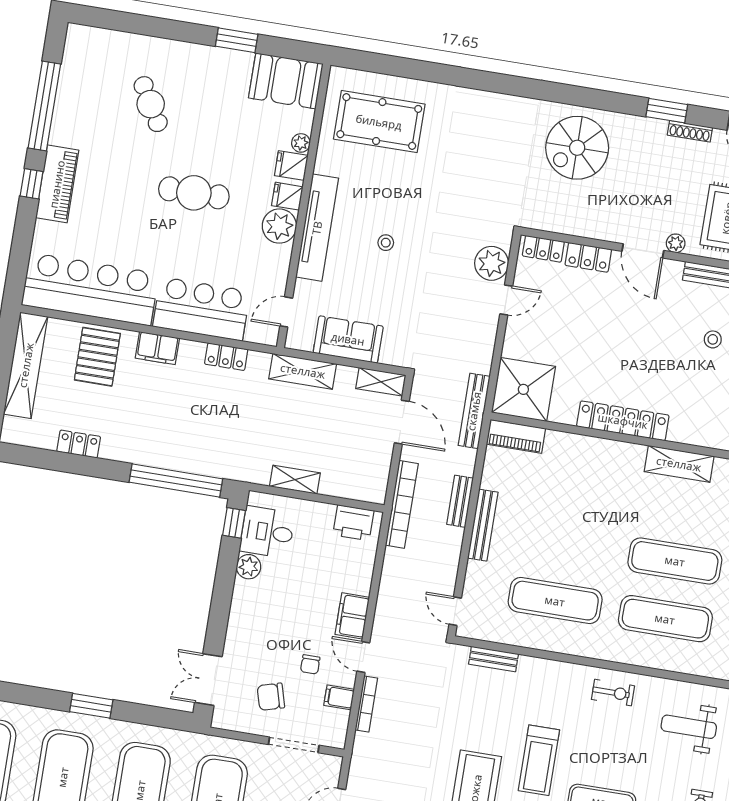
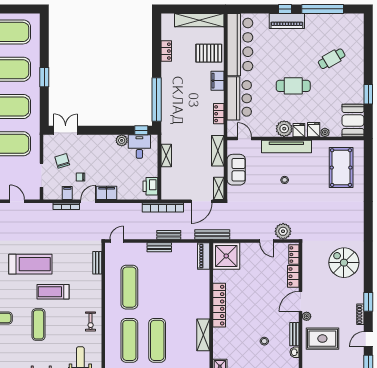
cafe table: (194, 193) -> (293, 86), turned 90
bench: (483, 525) -> (159, 247), width x0.73

